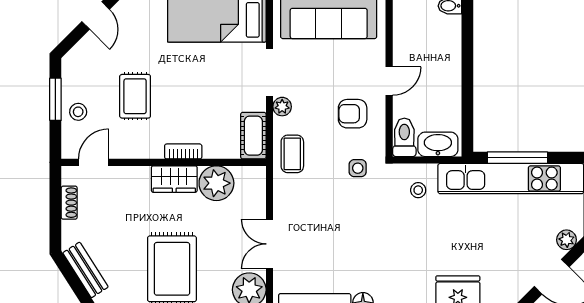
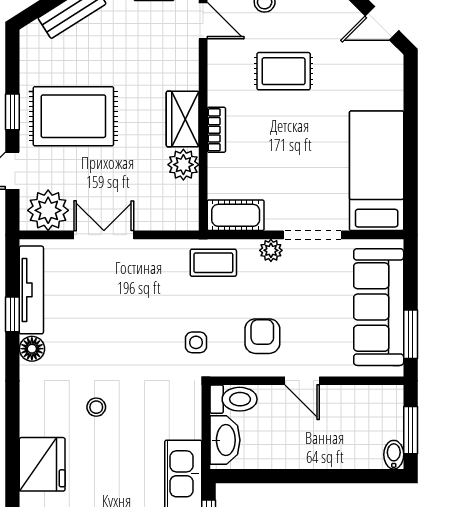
plant: (216, 183) -> (183, 165), width x0.73, depth x0.73
stool: (418, 190) -> (96, 407), moved

